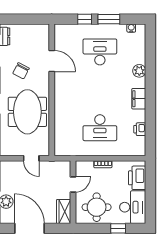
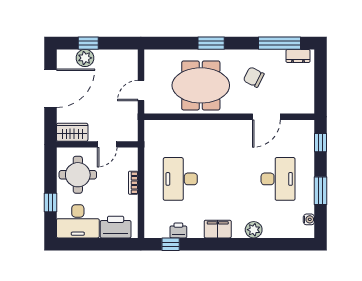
window: (85, 19) -> (320, 143), moved
window: (150, 135) -> (171, 244), added
door: (73, 184) -> (107, 144), hinge flipped

